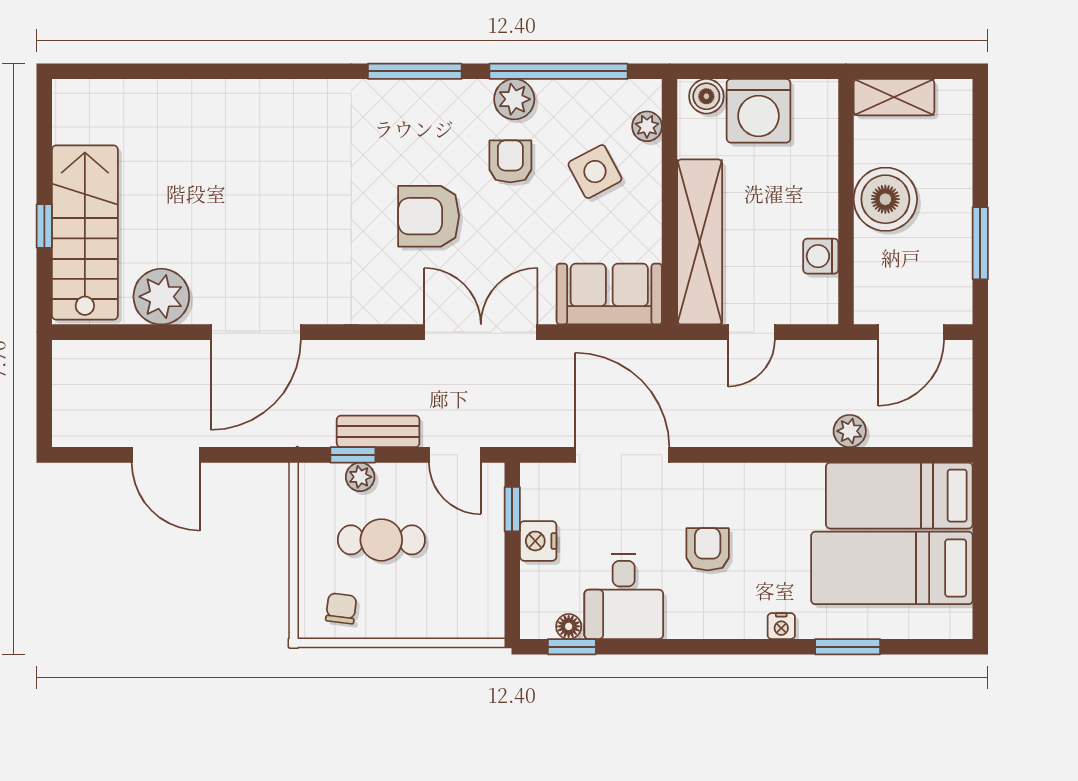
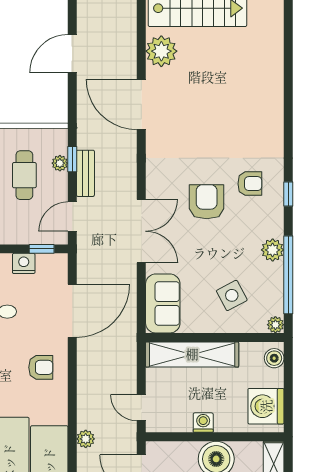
window: (415, 71) -> (288, 194), width x0.46
washing machine: (759, 111) -> (266, 406), moved
plant: (647, 126) -> (275, 325), moved
armchair: (510, 161) -> (250, 184), moved
washing machine: (821, 256) -> (203, 423), moved
door: (751, 332) -> (141, 408), moved
armchair: (708, 549) -> (41, 367), moved

